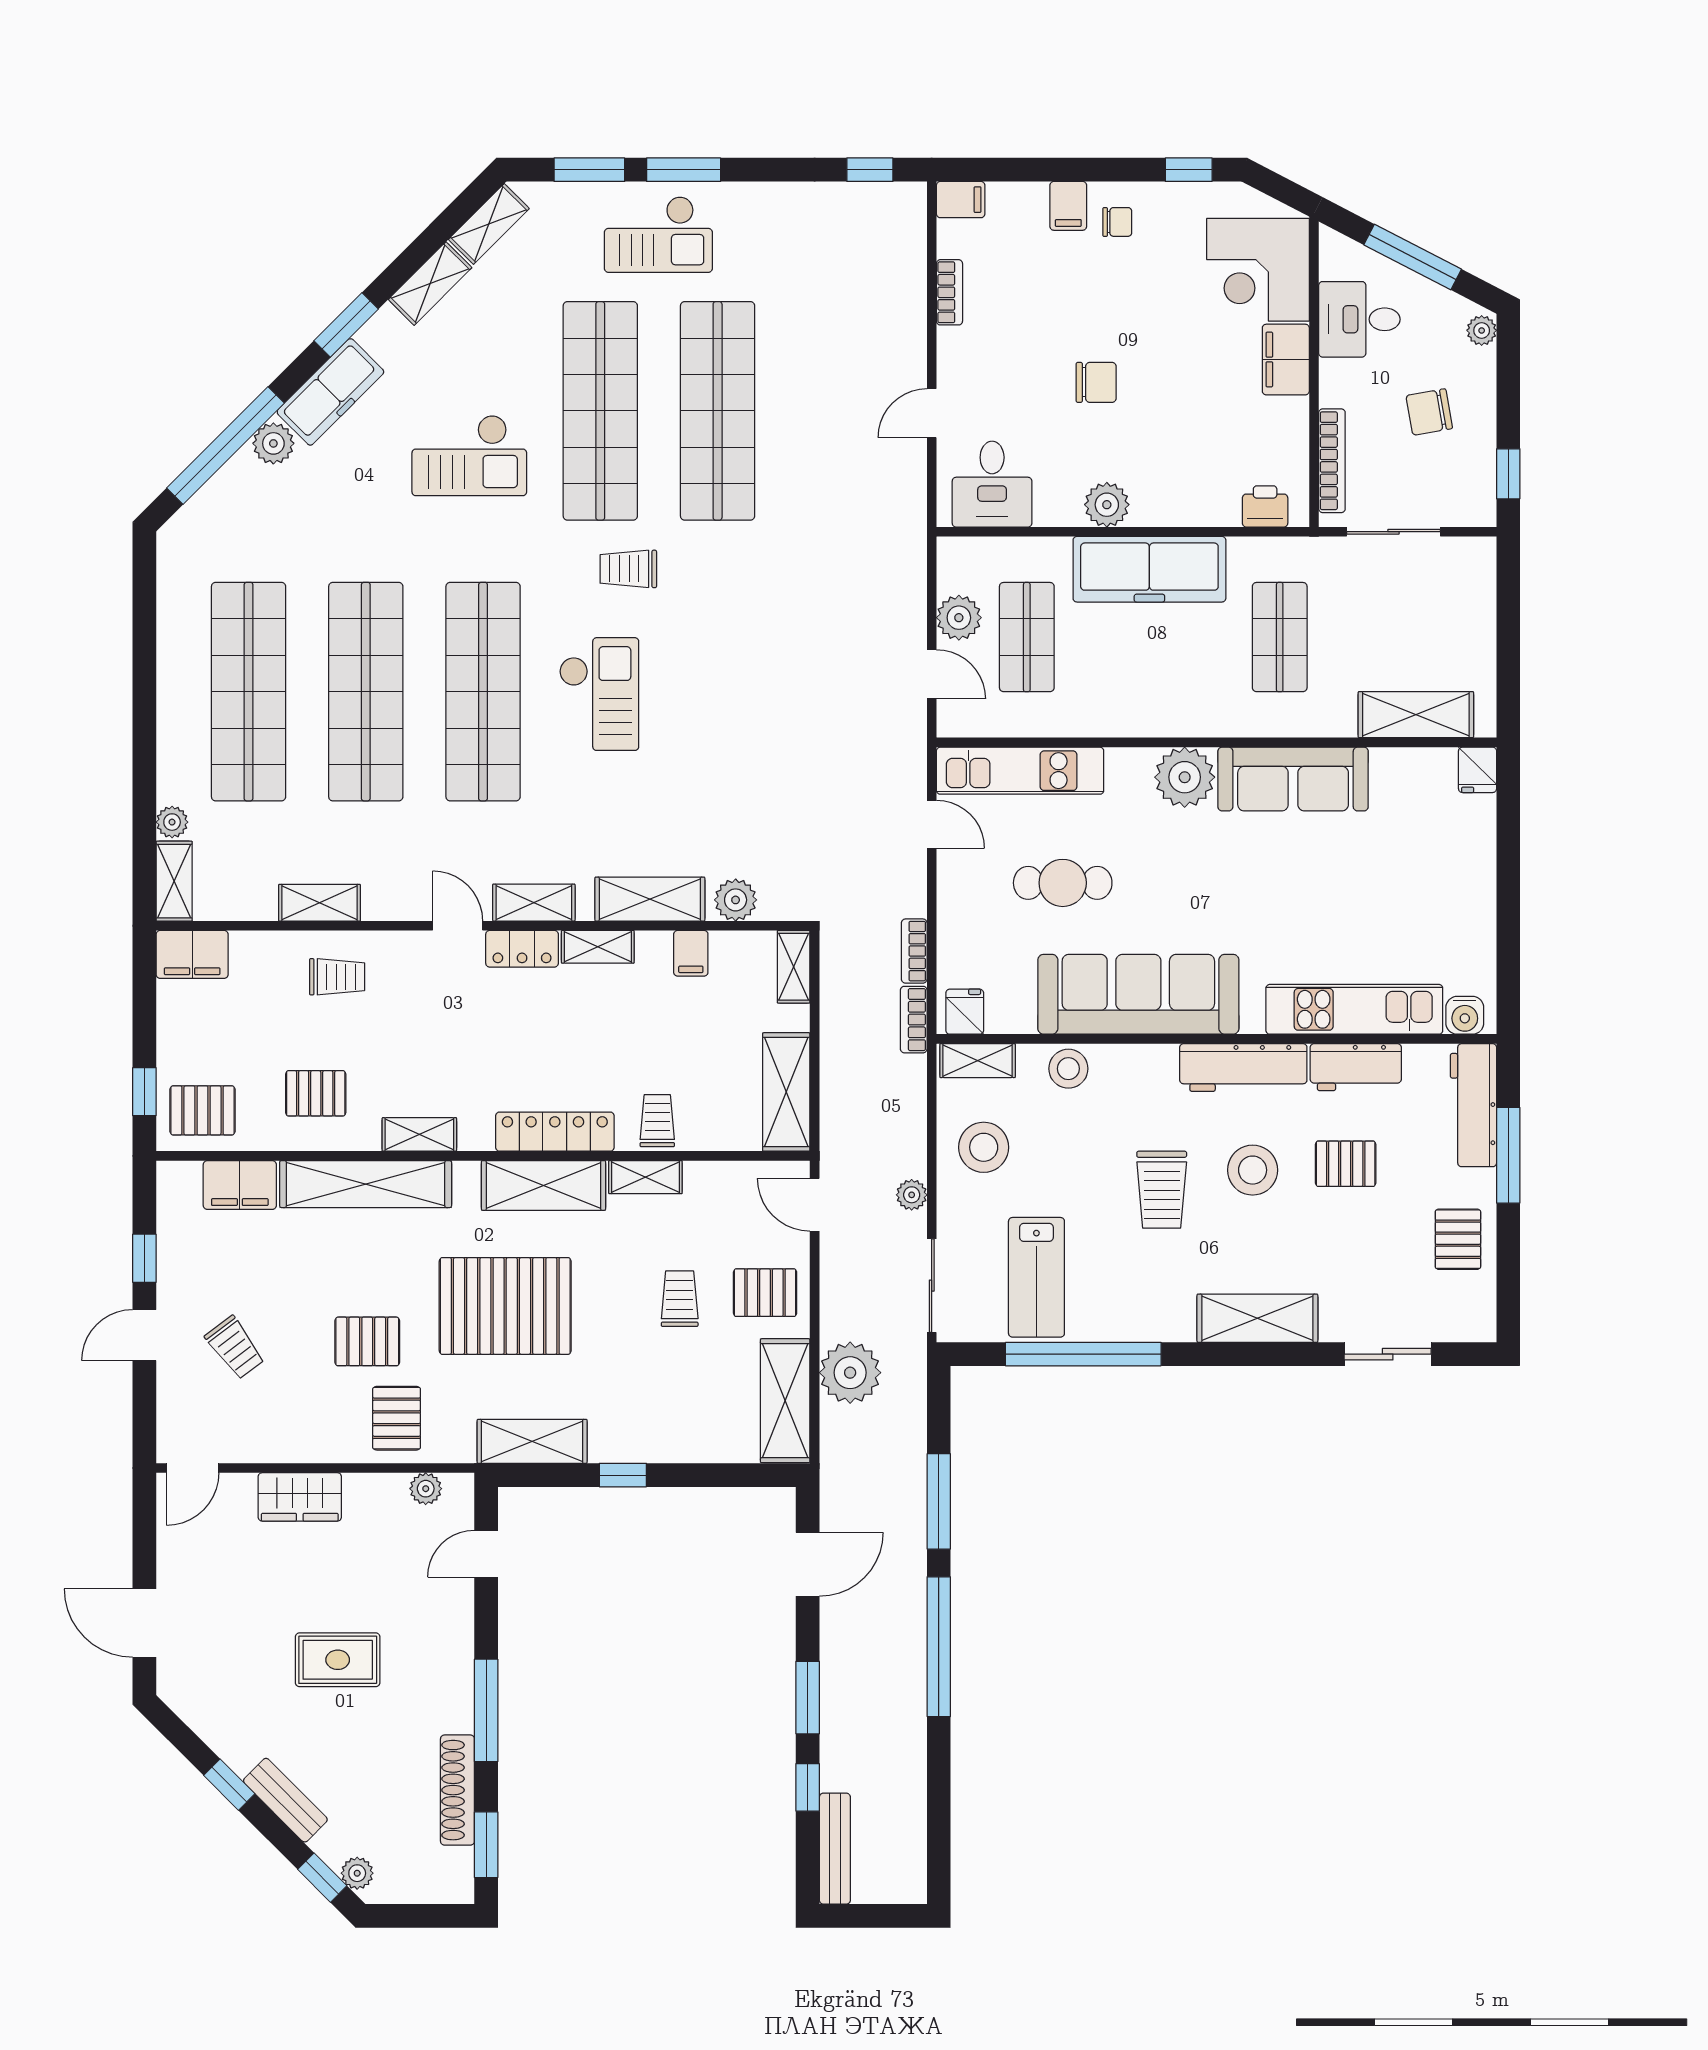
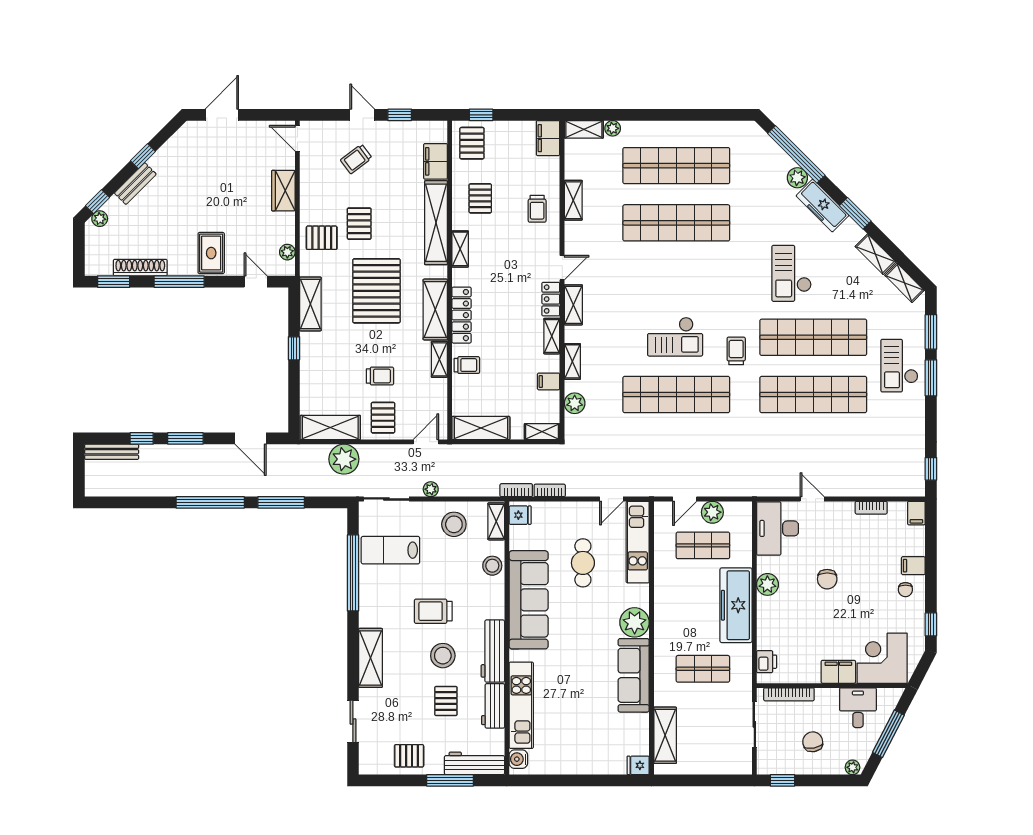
desk: (992, 484) -> (778, 528), width x1.37
shop shelf: (483, 692) -> (676, 394), moved
shelving: (650, 899) -> (572, 361), width x0.67, depth x0.75
rug: (338, 1660) -> (211, 253), moved

